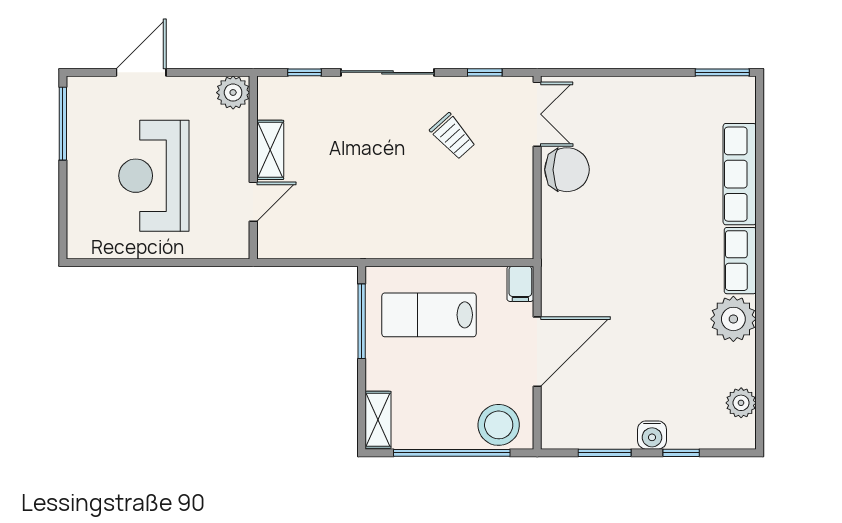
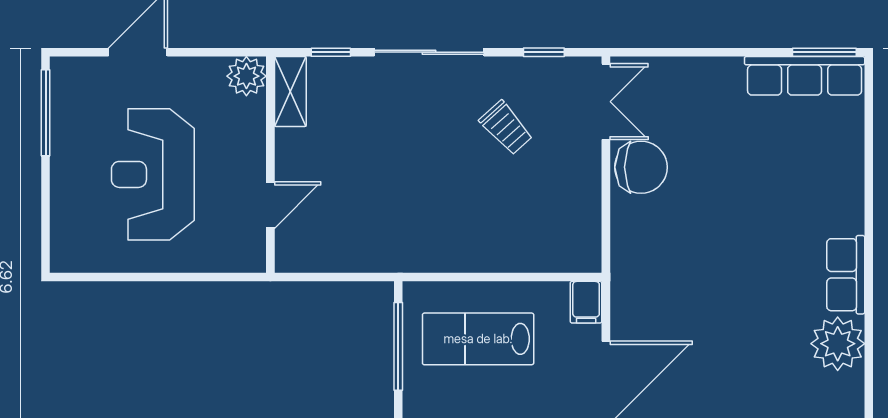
shelving: (270, 150) -> (290, 92), moved
row of seats: (740, 174) -> (805, 76), moved, turned -90

